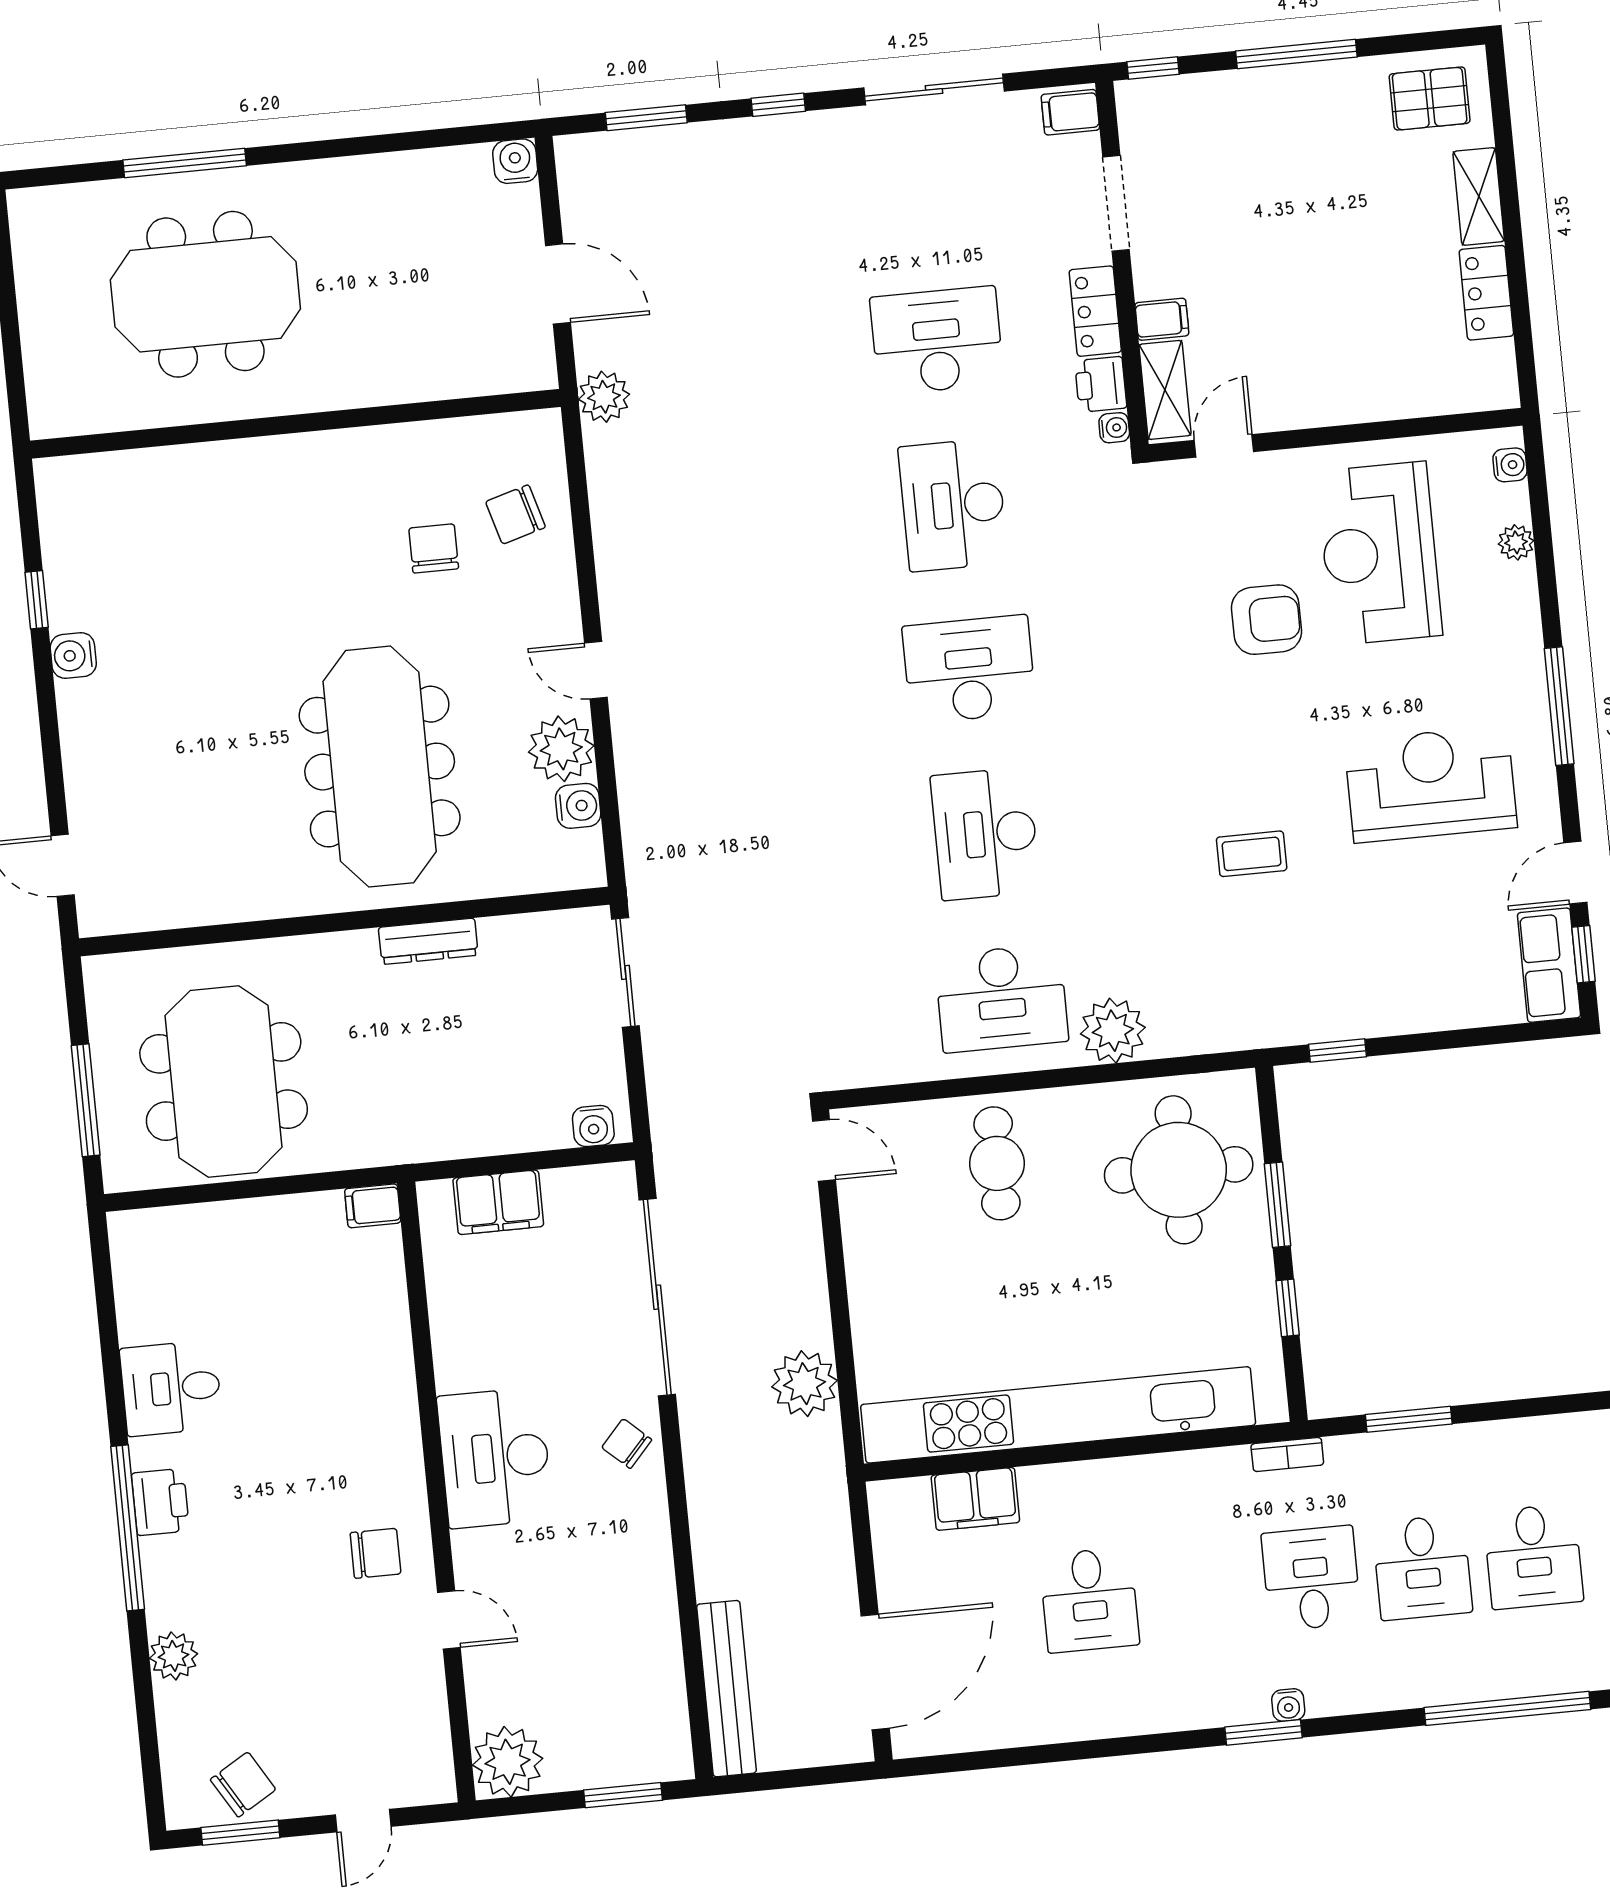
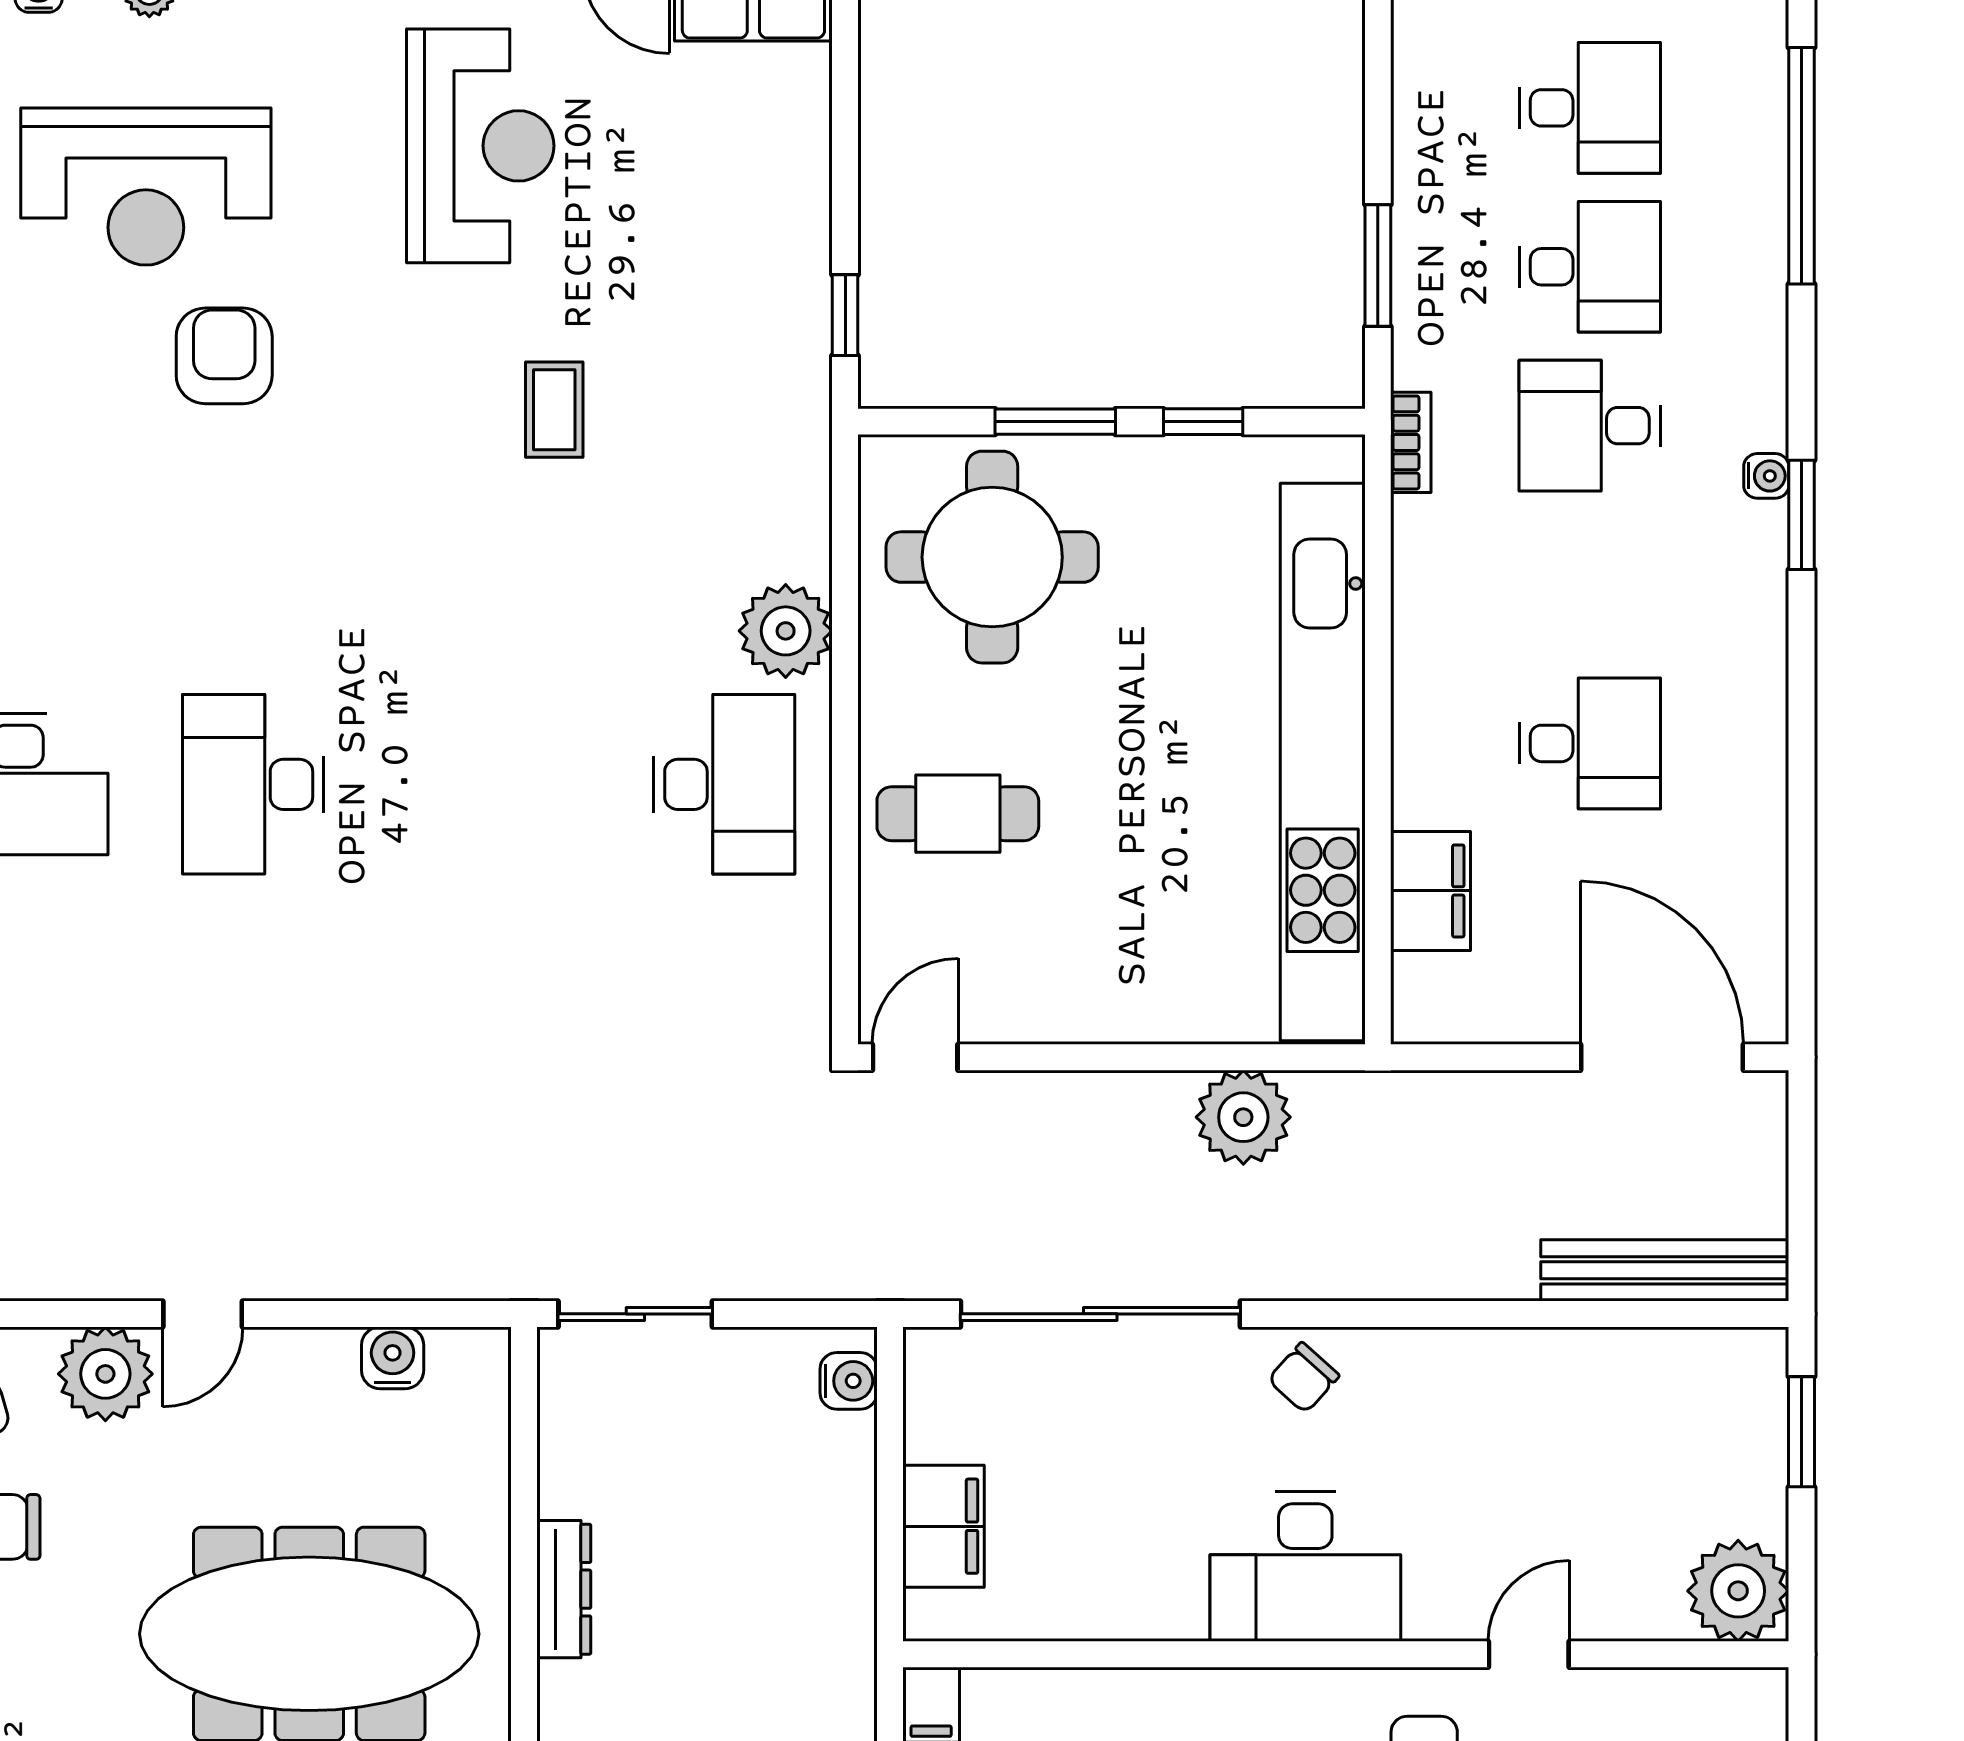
plant: (561, 749) -> (105, 1374), moved
reception desk: (1431, 784) -> (480, 146), turned 180
desk: (985, 834) -> (489, 784), removed

